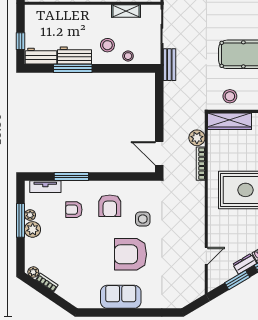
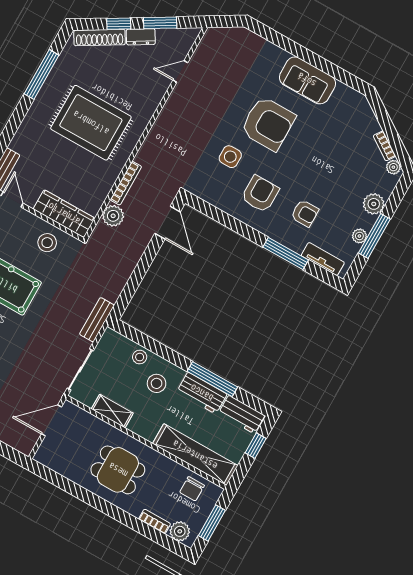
shelving: (56, 13) -> (195, 455), added
plant: (33, 229) -> (374, 204), moved

